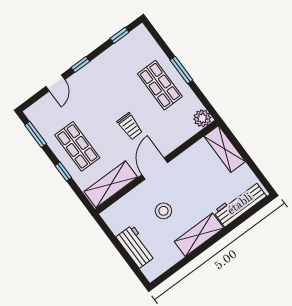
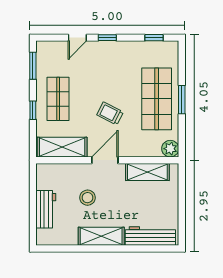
shop shelf: (160, 85) -> (157, 99), width x1.43, depth x1.36
trolley: (130, 126) -> (110, 113), turned 117
shelving: (225, 149) -> (147, 172), moved, turned 90

